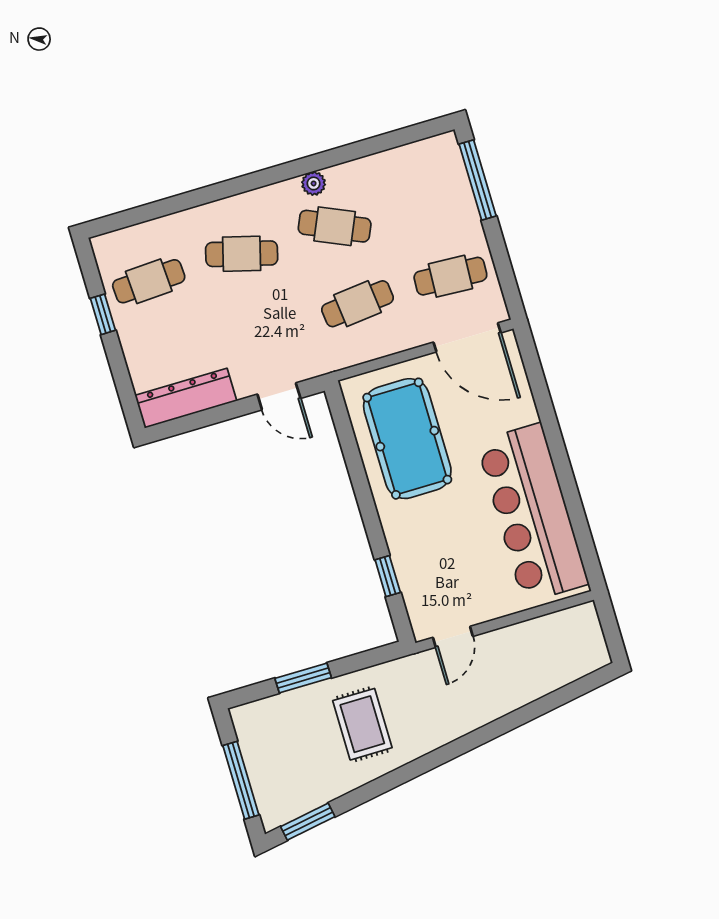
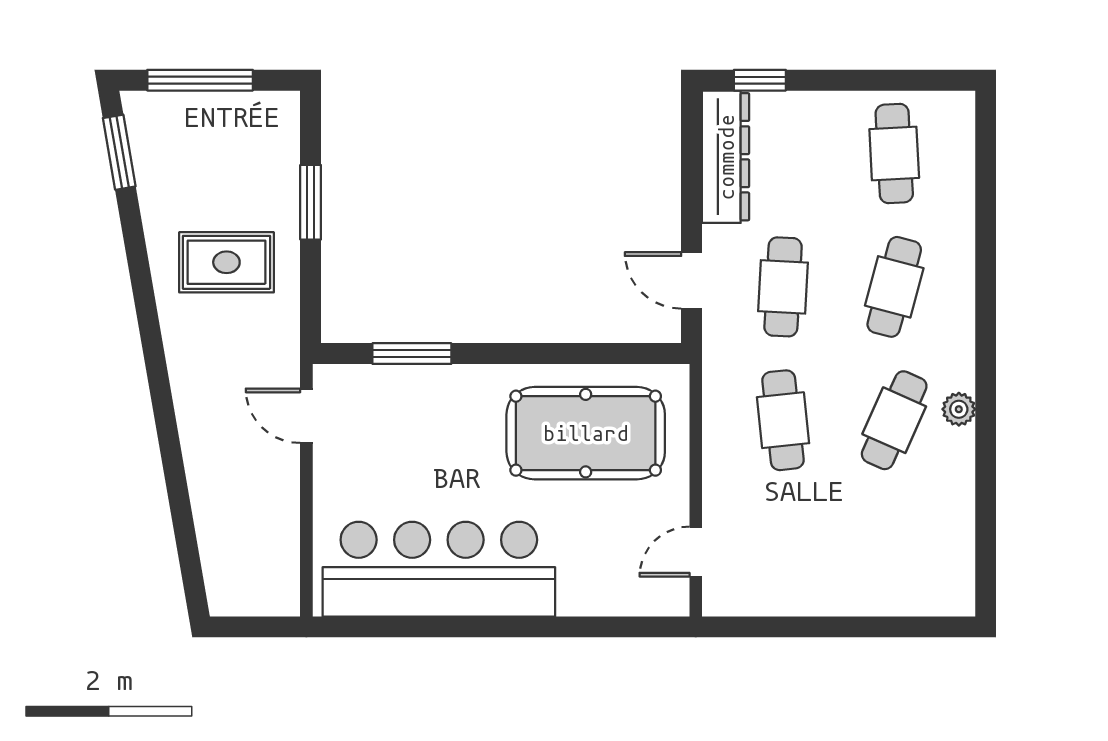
window: (478, 180) -> (899, 627), removed
cafe table: (450, 276) -> (783, 287), moved
window: (103, 314) -> (760, 80), moved
door: (467, 337) -> (696, 552), width x0.53
door: (279, 396) -> (692, 280), hinge flipped
window: (388, 576) -> (412, 354), width x1.50

